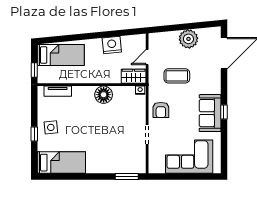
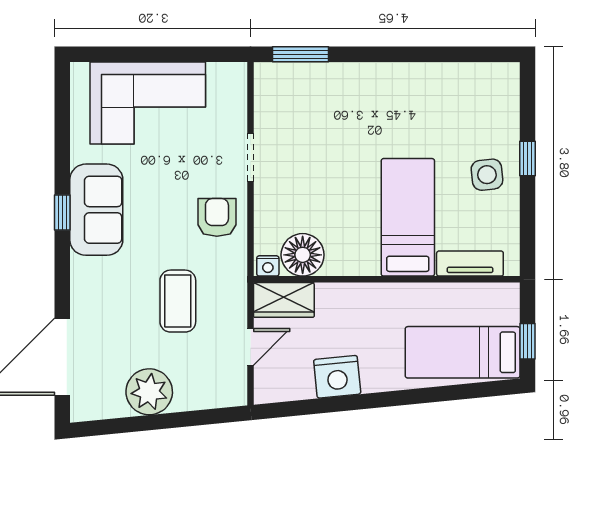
window: (34, 70) -> (527, 341), moved
coffee table: (177, 76) -> (178, 301), turned 90
floor lamp: (104, 95) -> (303, 255), moved
bed: (61, 163) -> (408, 217), moved, turned 90

